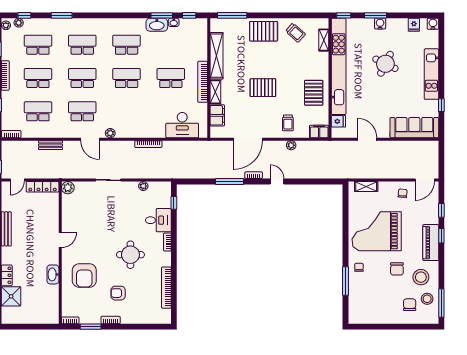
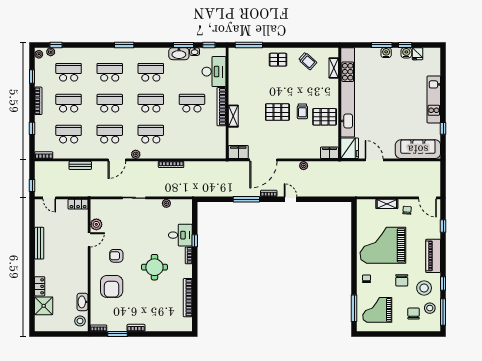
window: (62, 15) -> (124, 45), moved
window: (344, 15) -> (405, 45), moved
water cooler: (433, 24) -> (406, 53), moved
pallet: (264, 31) -> (278, 60), width x0.67, depth x0.71
shelving: (216, 56) -> (234, 82), removed
round table: (385, 64) -> (391, 90), removed
pallet: (314, 93) -> (325, 117), turned 90
school desk: (127, 111) -> (151, 134), added
filing cabinet: (217, 115) -> (238, 152), moved, turned -90
fridge: (338, 121) -> (350, 148), width x1.88, depth x1.34
trolley: (288, 123) -> (302, 111), moved
desk: (182, 125) -> (214, 72), moved, turned -90
door: (90, 139) -> (117, 160), hinge flipped
door: (17, 180) -> (49, 198), hinge flipped
door: (425, 180) -> (428, 198), hinge flipped
locker: (43, 187) -> (78, 204), width x0.66
shelving: (366, 187) -> (387, 204), moved
plant: (68, 188) -> (96, 224), moved
window: (174, 203) -> (195, 241), moved
window: (441, 236) -> (443, 283), moved
door: (60, 240) -> (89, 240), moved
washbasin: (53, 274) -> (82, 302), moved
window: (346, 281) -> (354, 308), moved
armchair: (118, 293) -> (116, 256), moved
grand piano: (371, 301) -> (377, 310), added
stool: (50, 313) -> (80, 321), added

